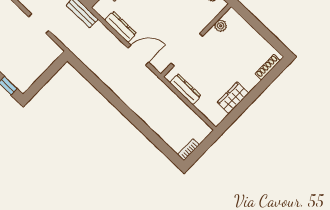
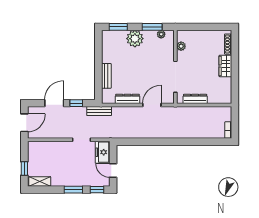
freezer: (48, 55) -> (103, 152), added
door: (41, 82) -> (113, 171), added
wardrobe: (233, 98) -> (225, 66), moved

